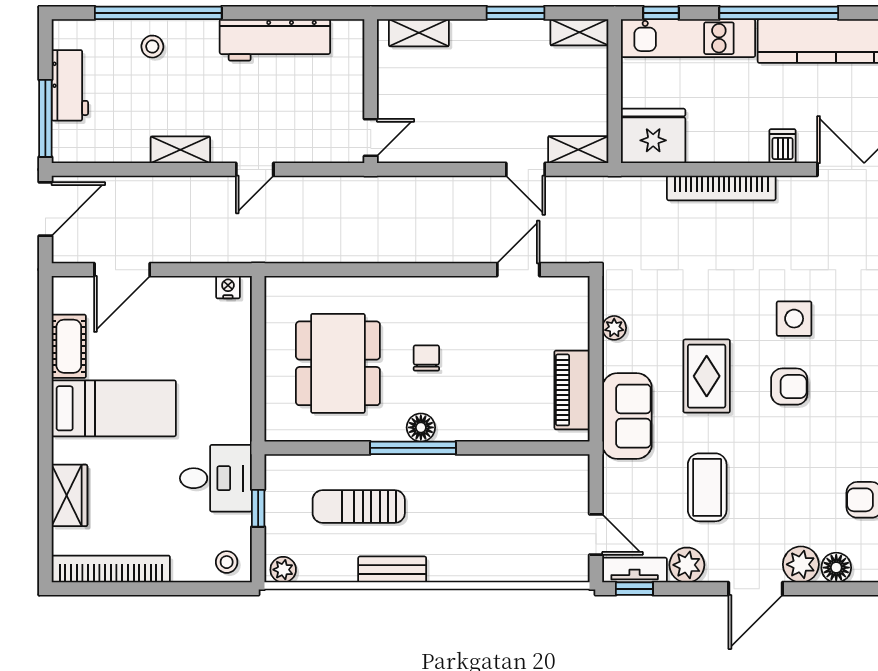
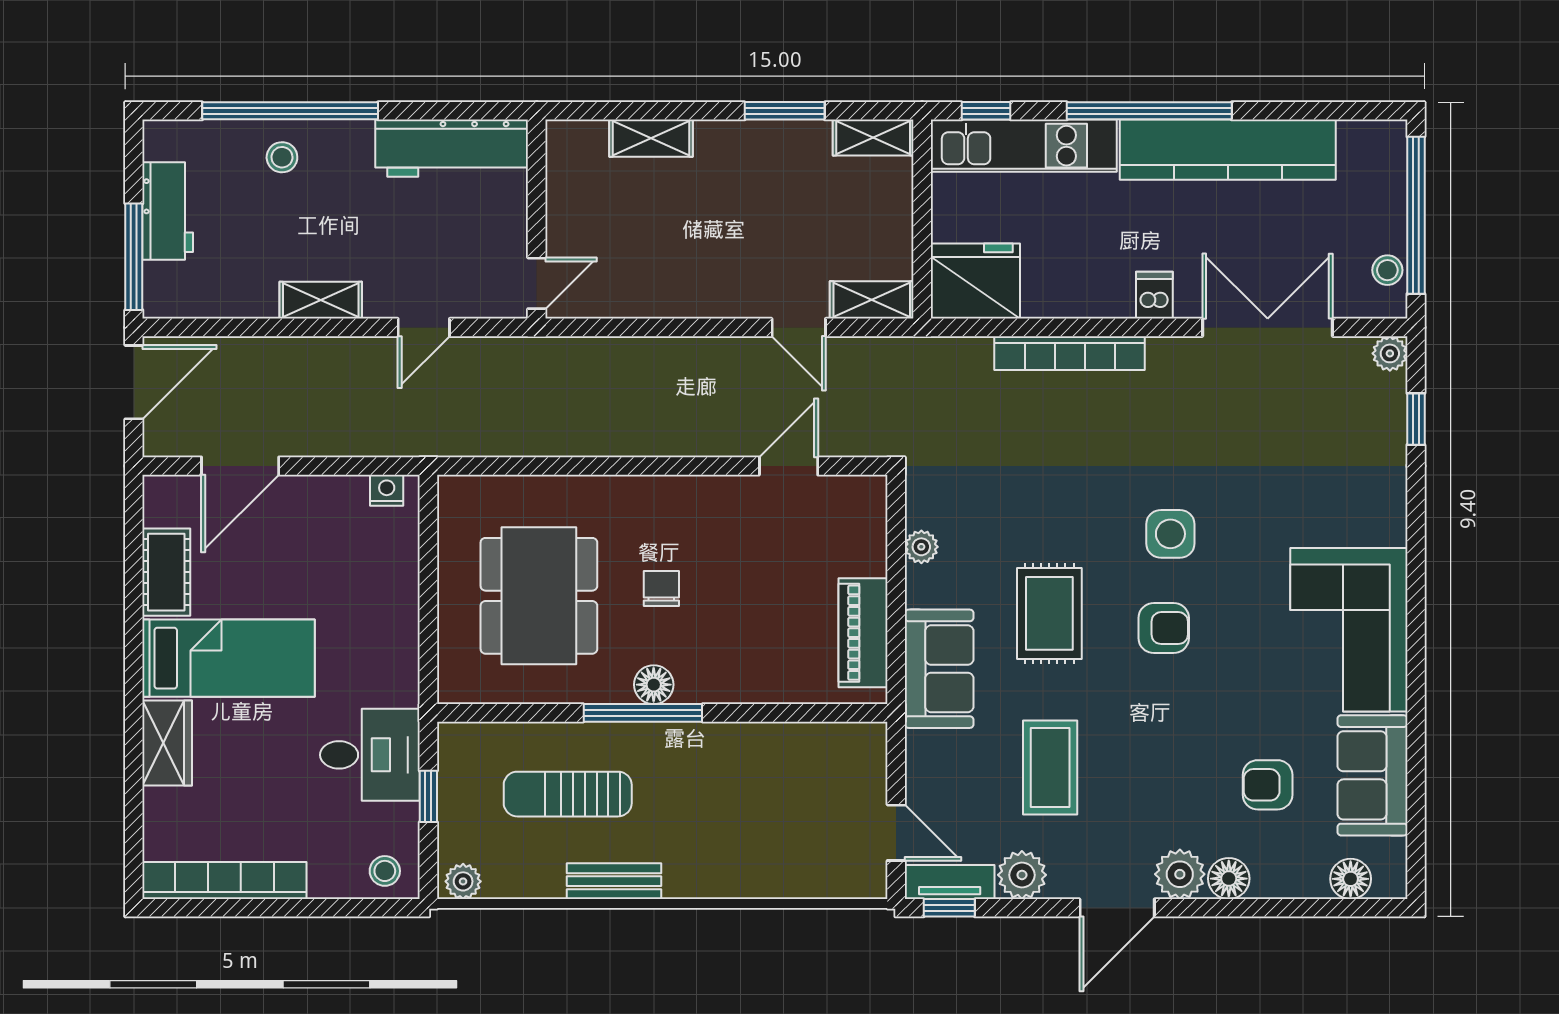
wall: (371, 91) -> (537, 219), moved
door: (371, 138) -> (537, 283), moved
wardrobe: (69, 495) -> (167, 743), moved

